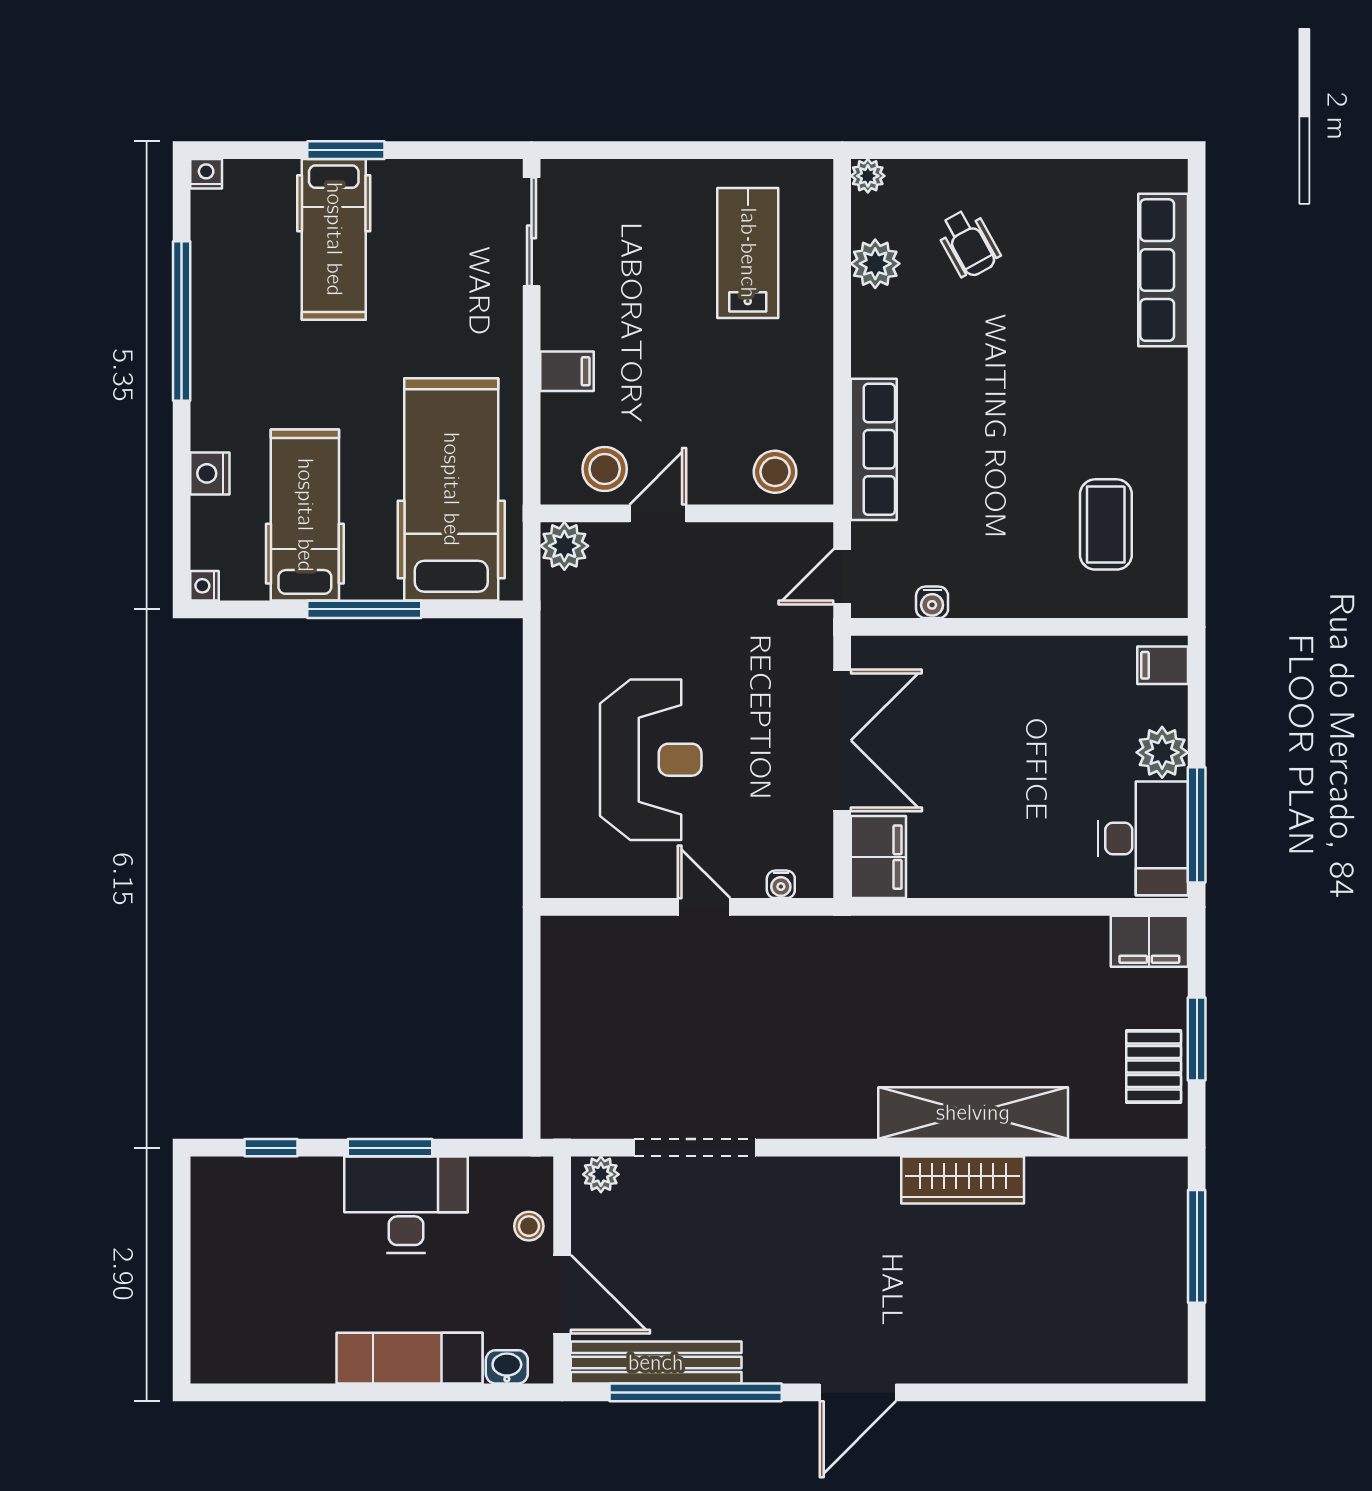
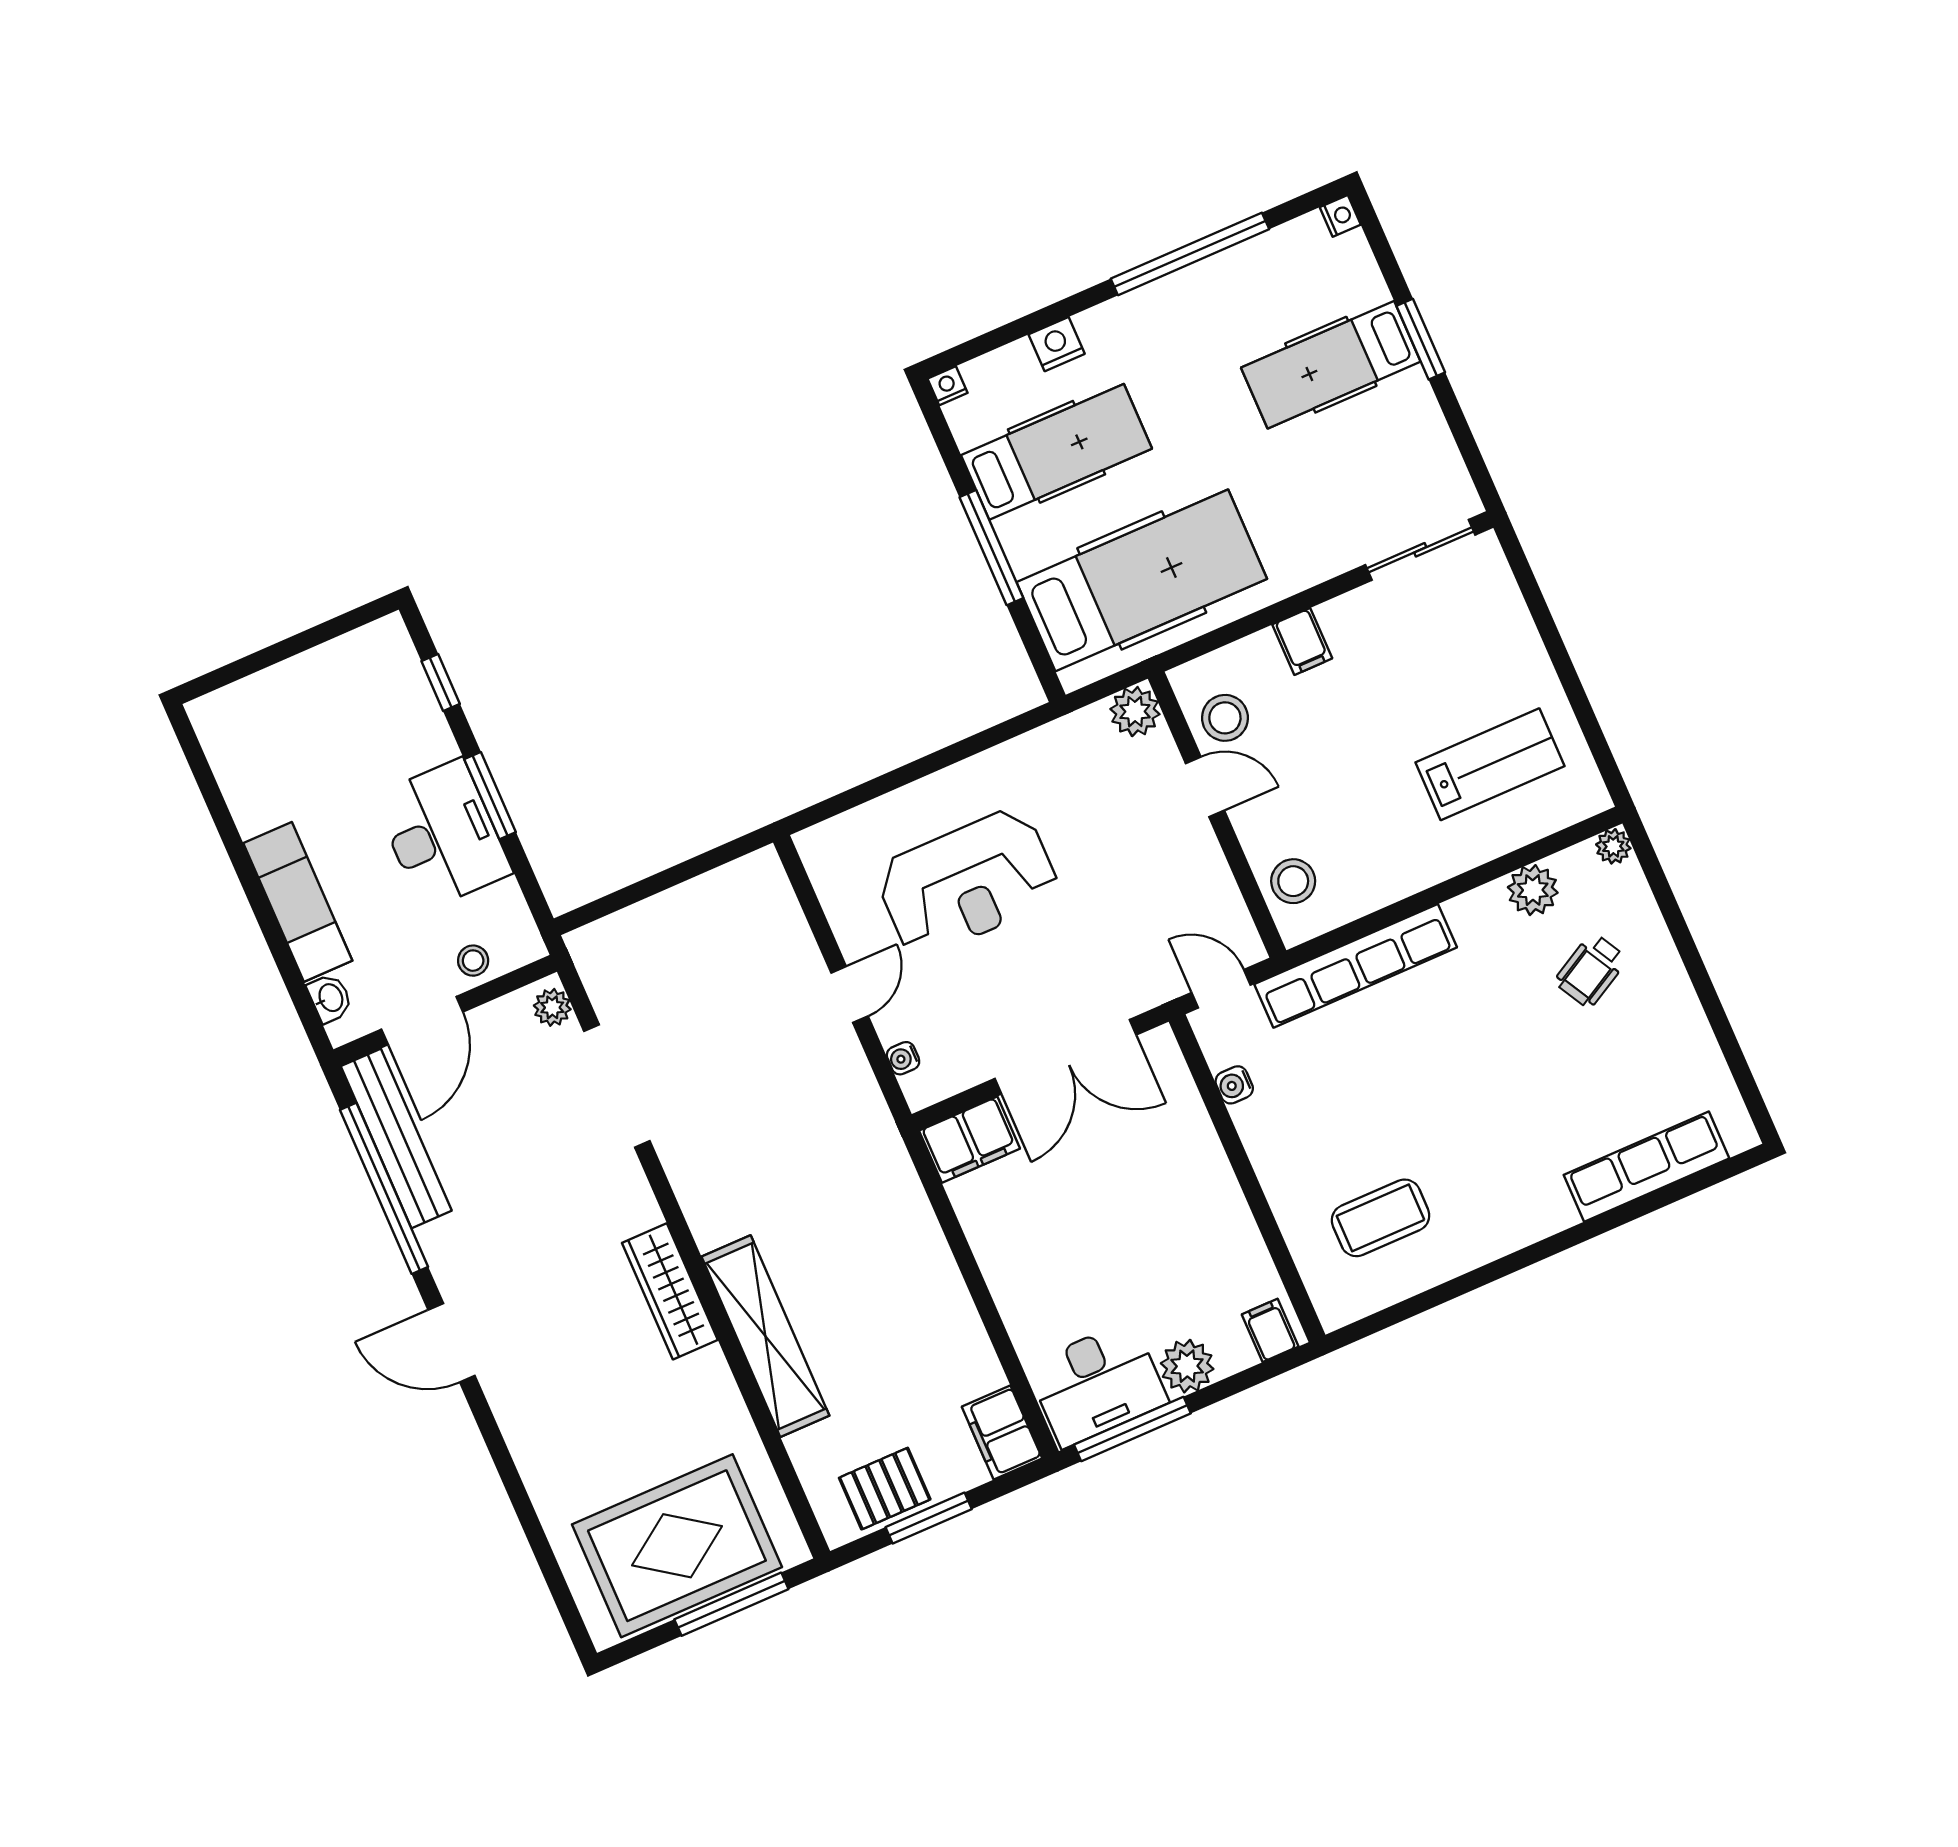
row of seats: (874, 449) -> (1356, 966), width x1.36
wardrobe: (963, 1180) -> (670, 1291), moved
rug: (1124, 1272) -> (677, 1546), added

